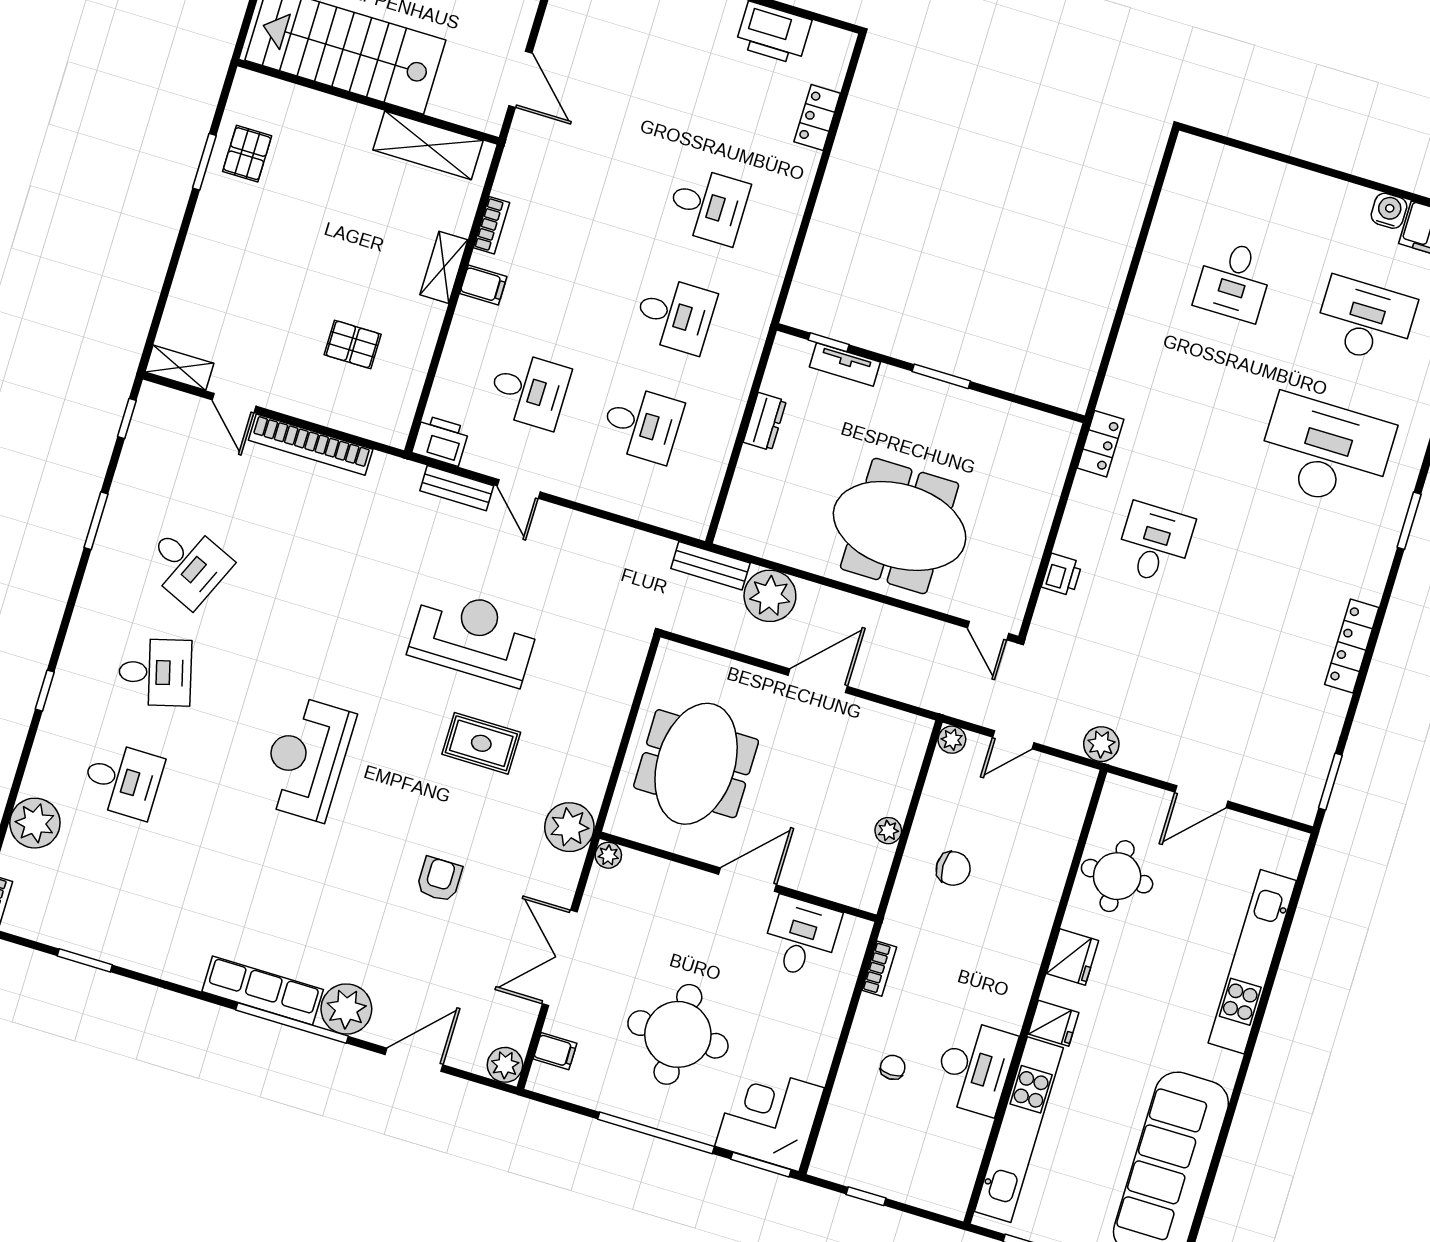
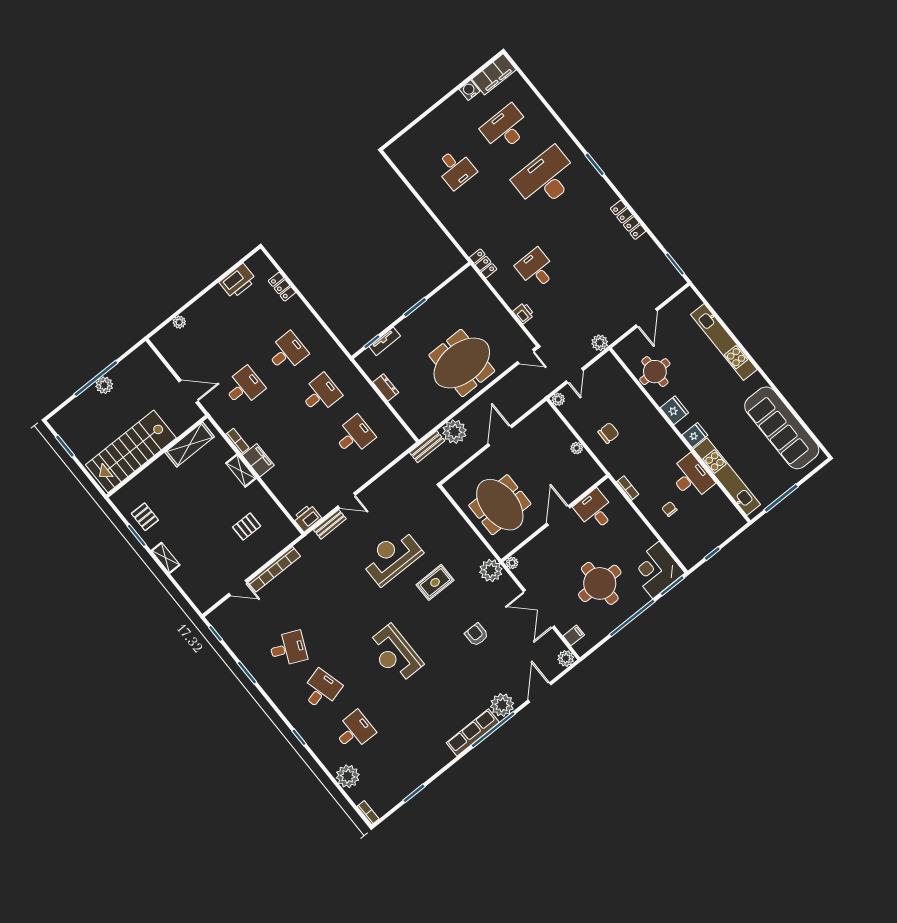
filing cabinet: (483, 285) -> (258, 460), width x2.00
shelving: (179, 368) -> (166, 558), moved, turned 90
desk: (529, 390) -> (244, 387), moved

